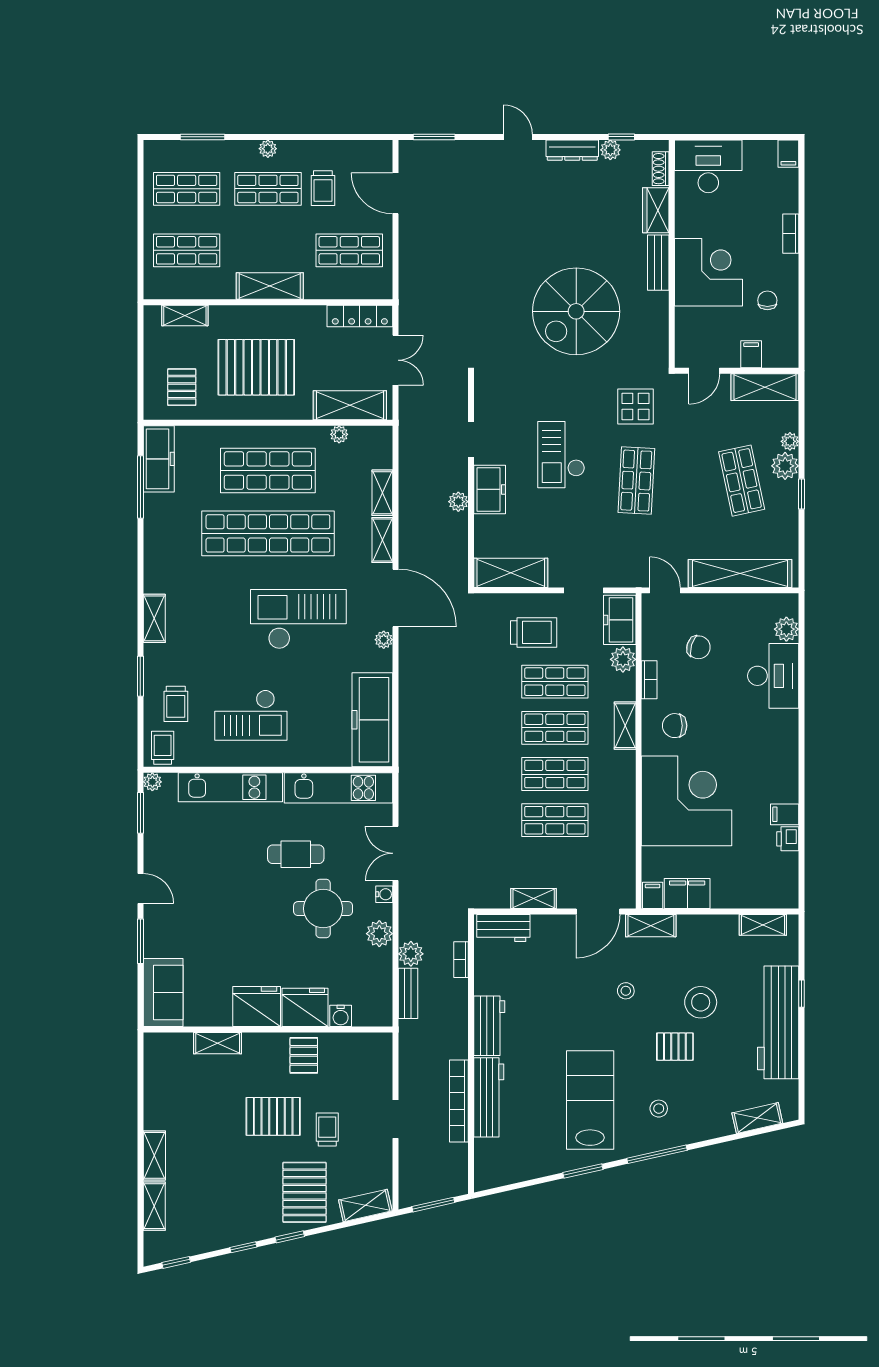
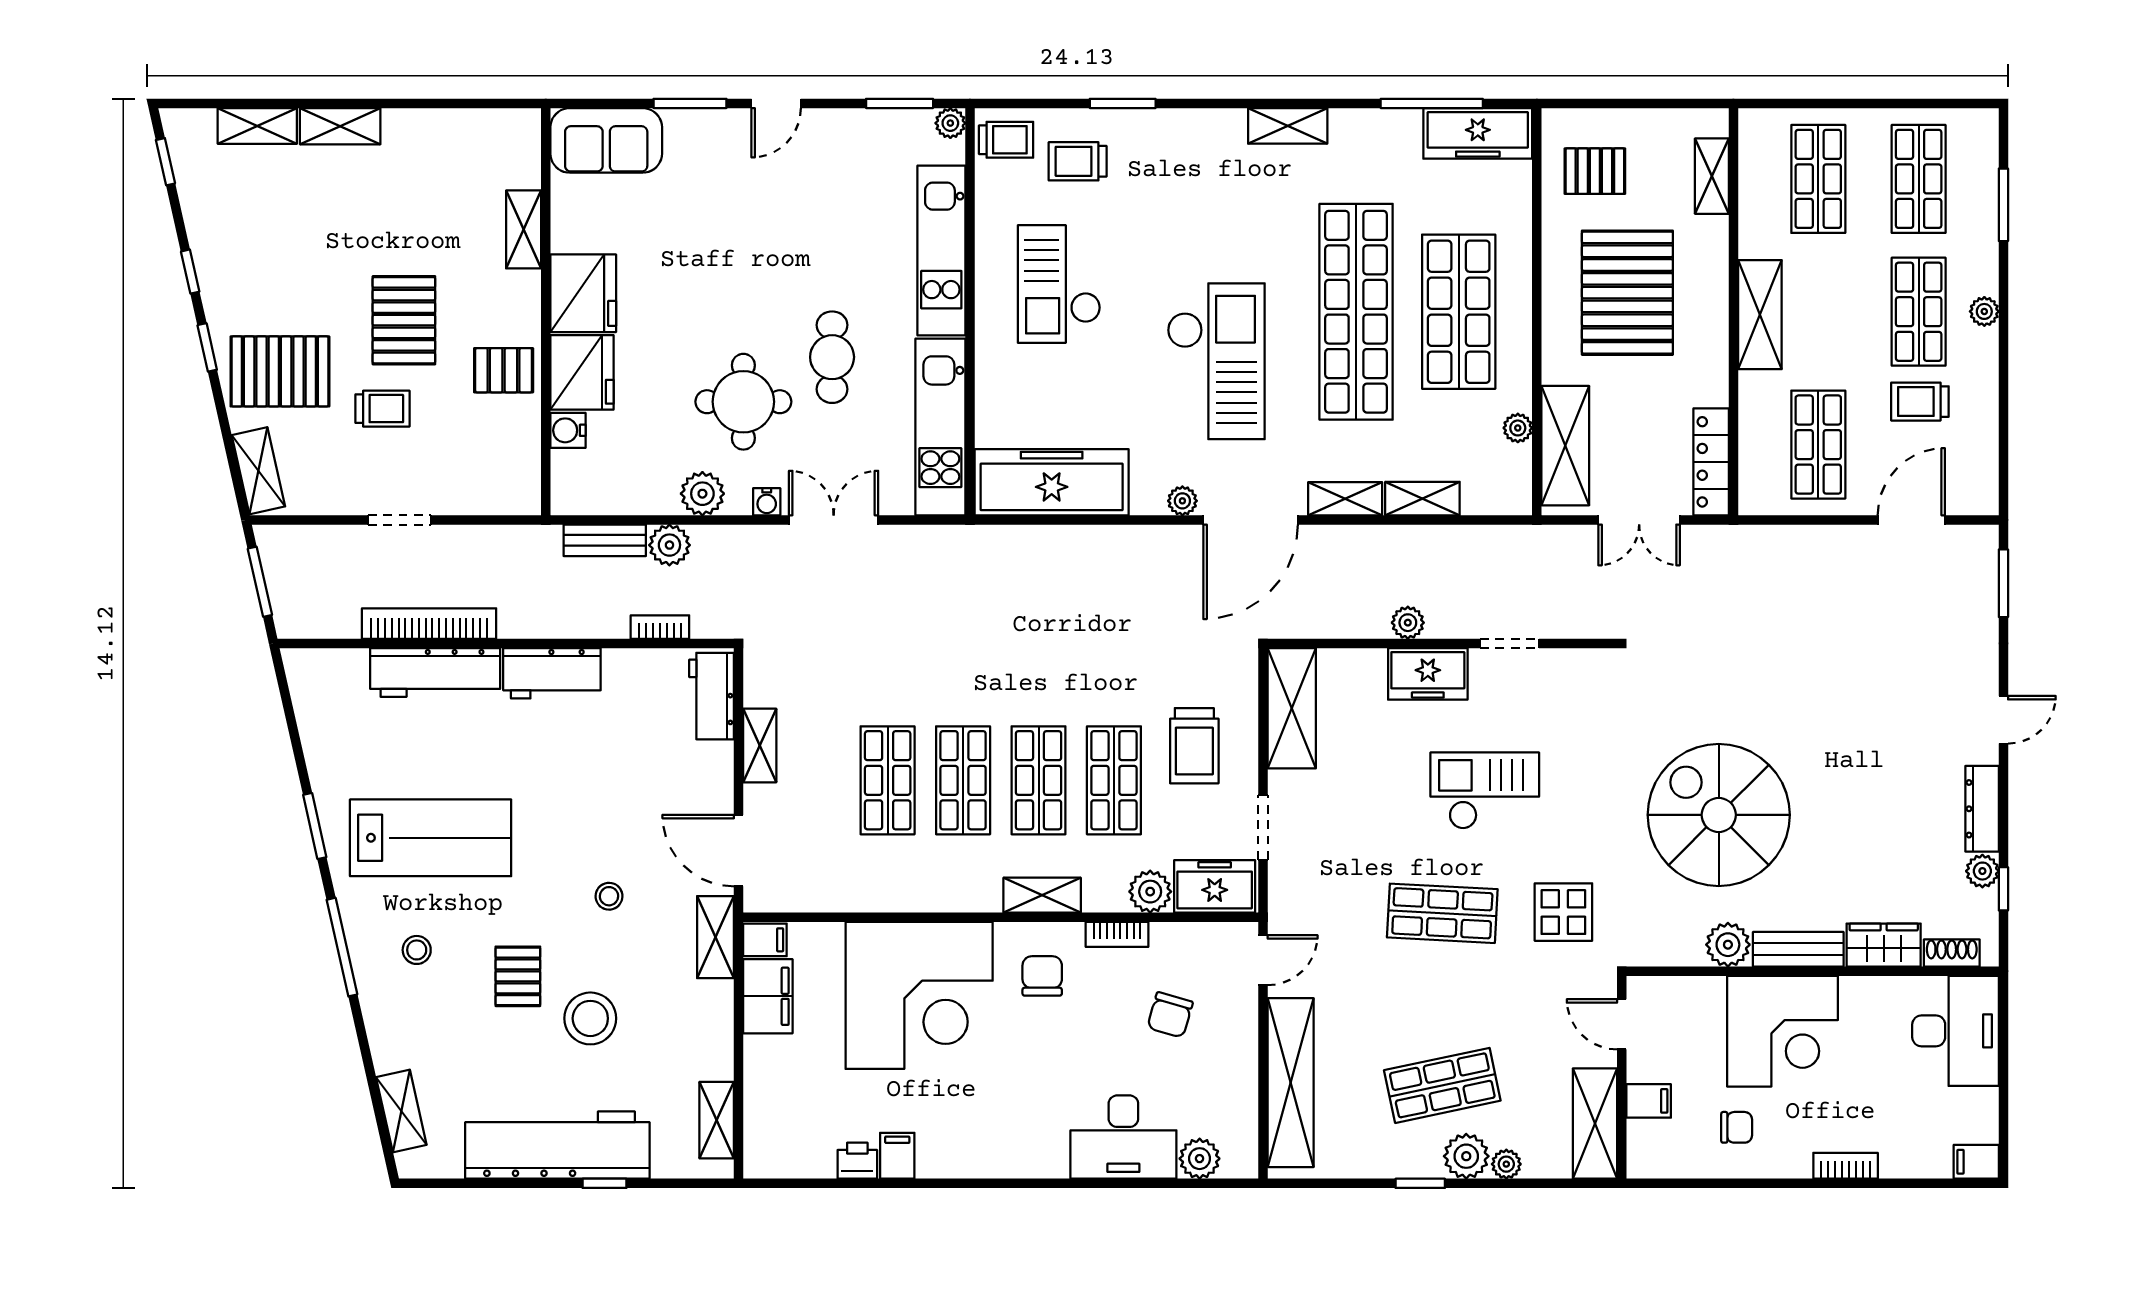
plant: (655, 306) -> (1728, 945), added
shelving: (154, 618) -> (1288, 126), moved

